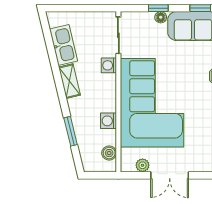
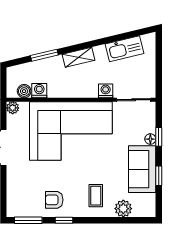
shelving: (69, 81) -> (78, 57), moved
washing machine: (109, 121) -> (39, 91), moved
plant: (143, 165) -> (13, 108), moved

